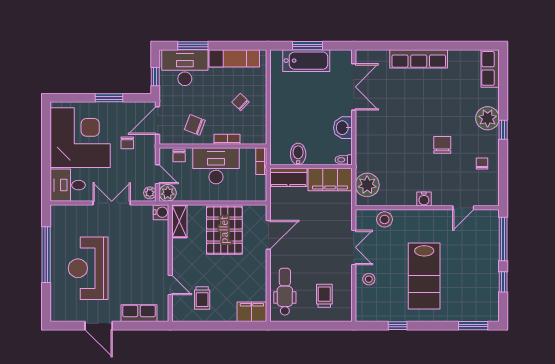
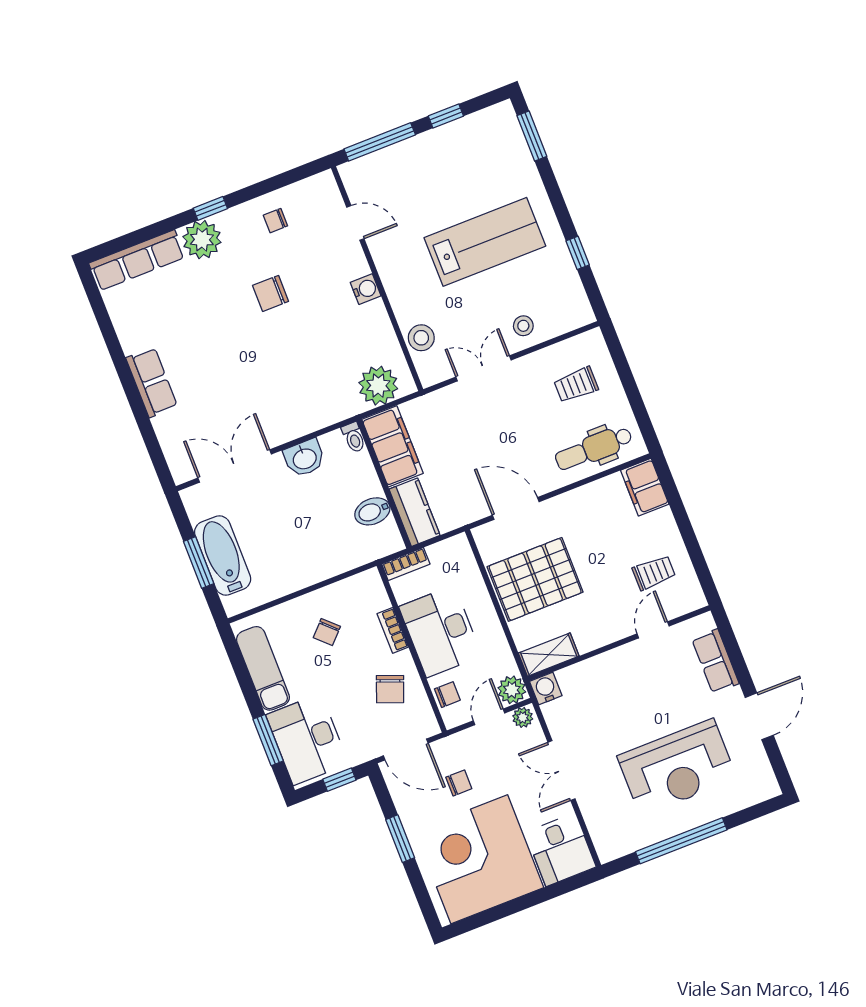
row of seats: (419, 59) -> (152, 382), width x0.68
row of seats: (490, 68) -> (137, 260), width x1.48

